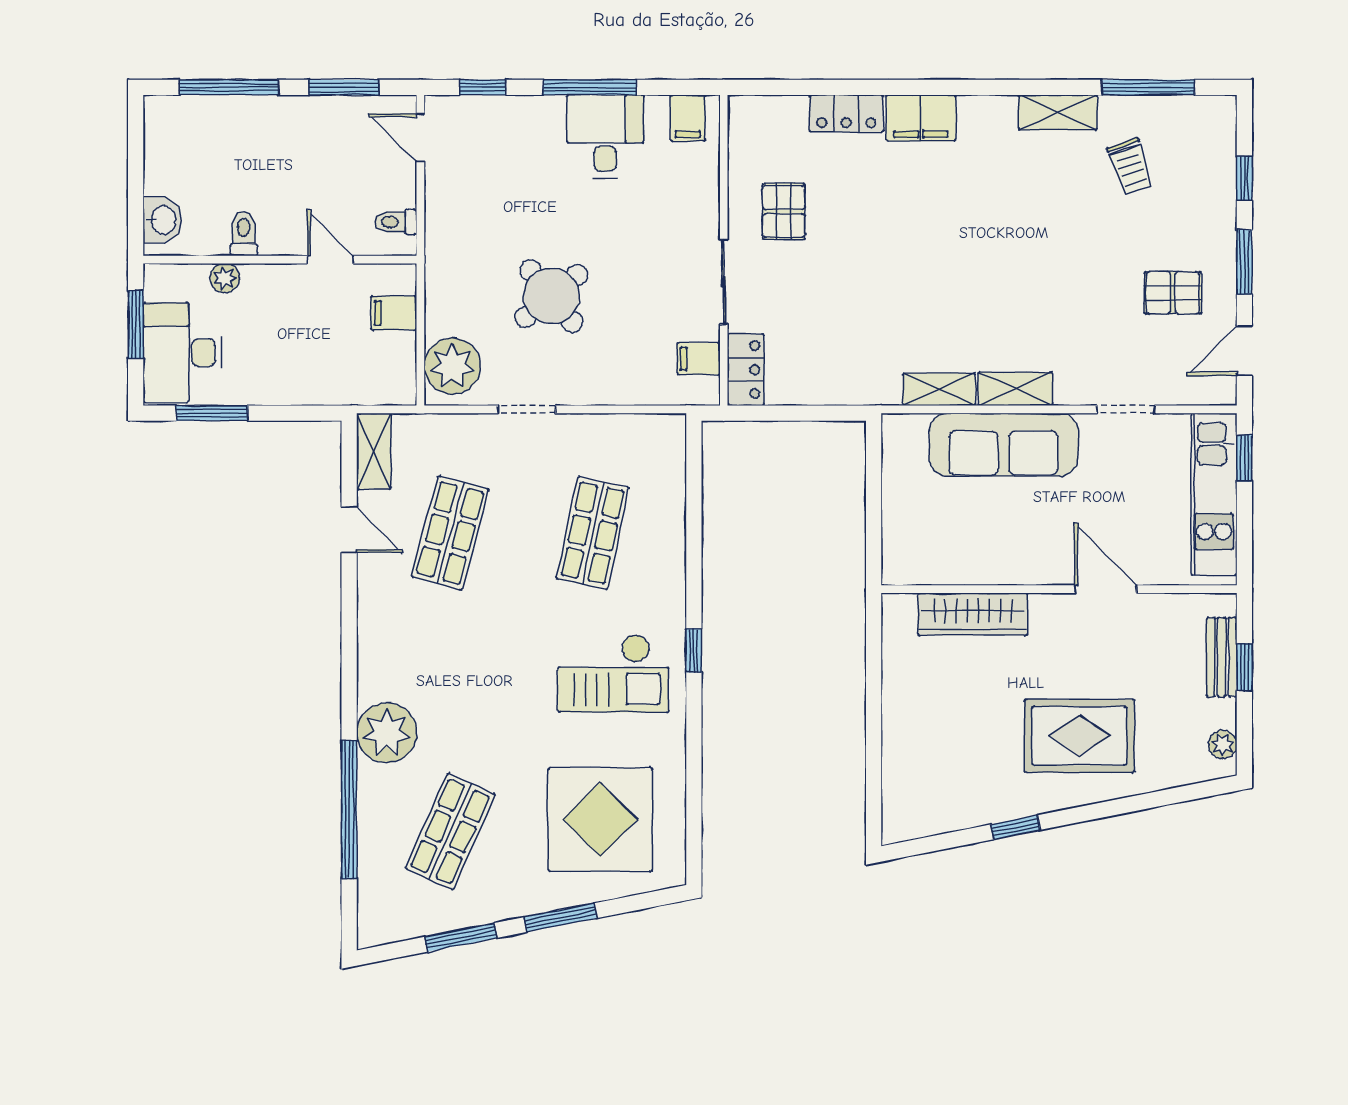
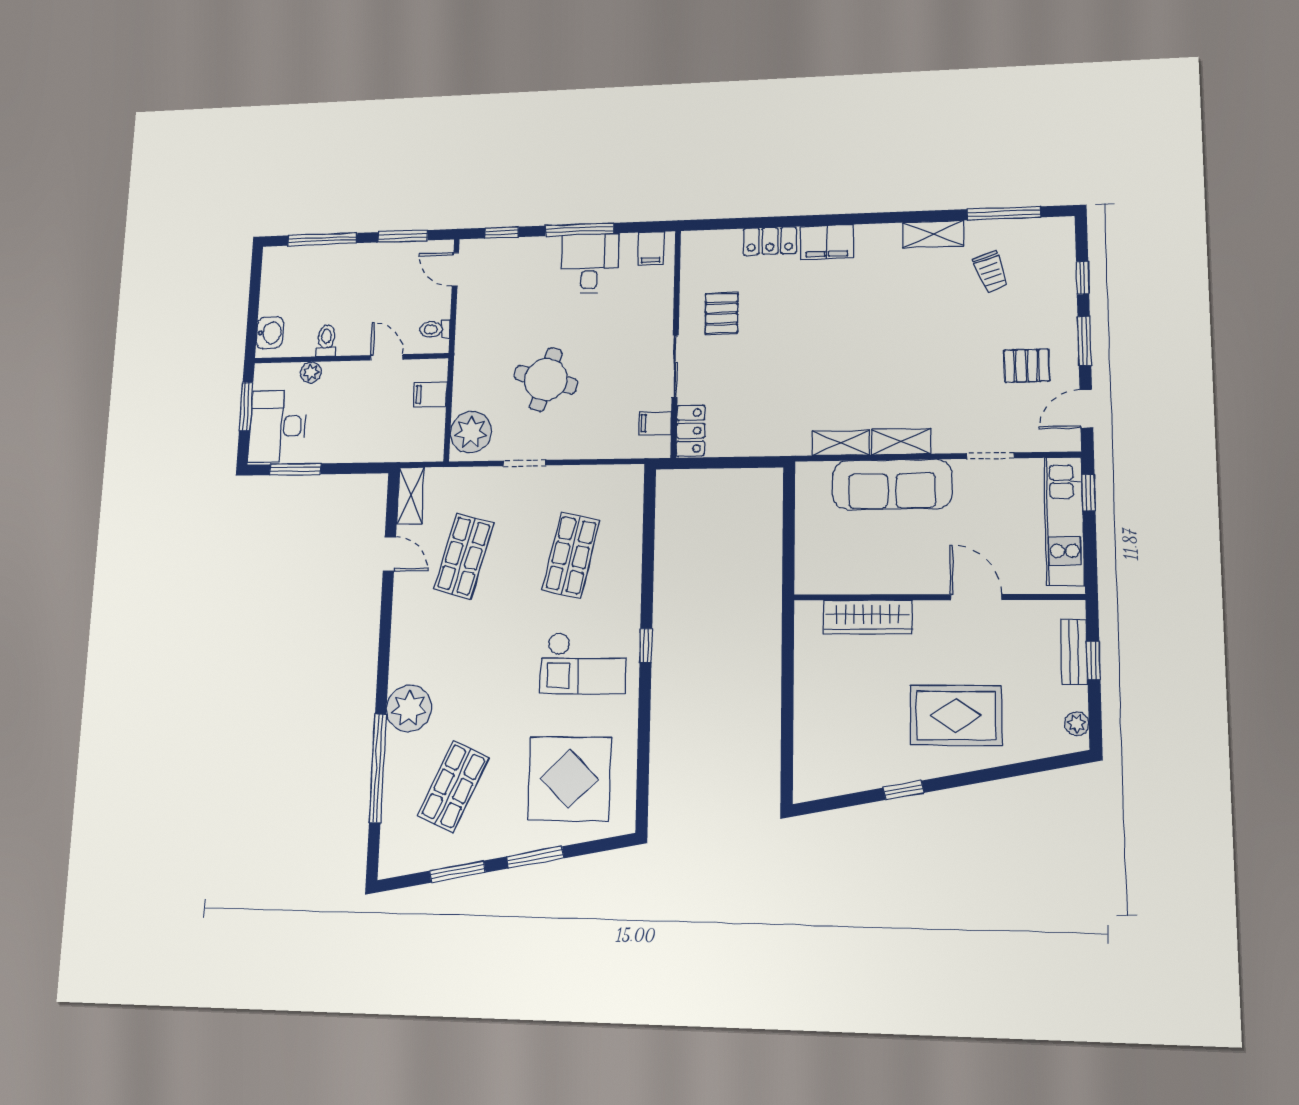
round table: (551, 296) -> (546, 380), turned -35

